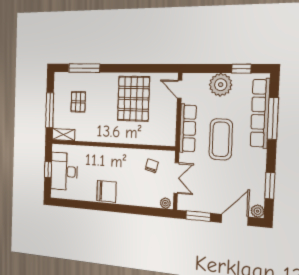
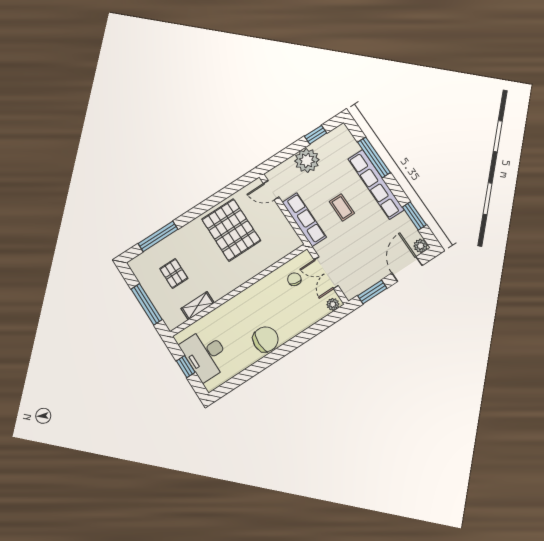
row of seats: (260, 113) -> (376, 184), moved
shelving: (63, 135) -> (198, 306), moved
coffee table: (221, 139) -> (342, 207), width x0.54, depth x0.58
double door: (176, 178) -> (326, 273), swing flipped

